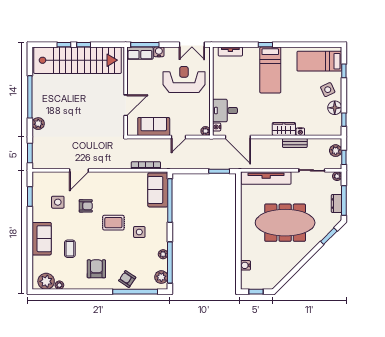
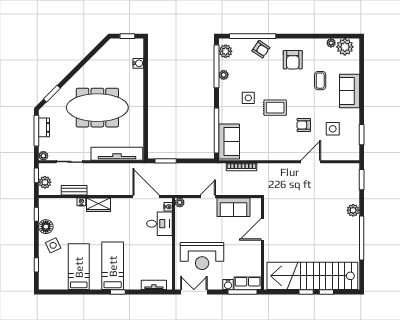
bed: (319, 61) -> (79, 267), moved, turned -90
bench: (295, 143) -> (74, 190), moved

